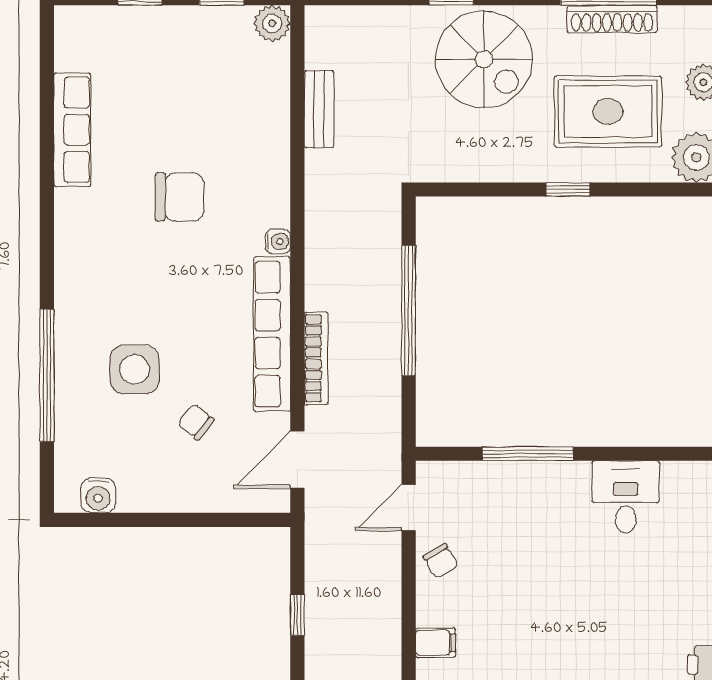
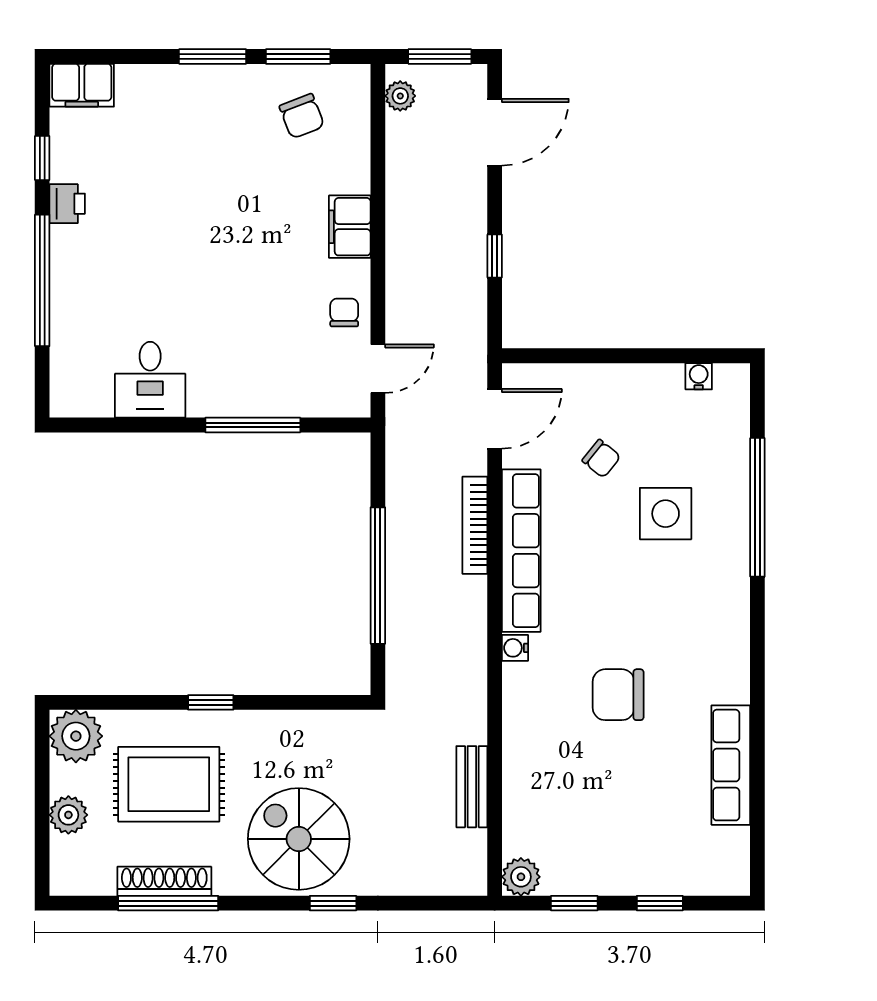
water cooler: (98, 495) -> (699, 376), width x0.72, depth x0.72
chair: (441, 561) -> (344, 312), turned 30
filing cabinet: (435, 643) -> (350, 227), width x2.00

